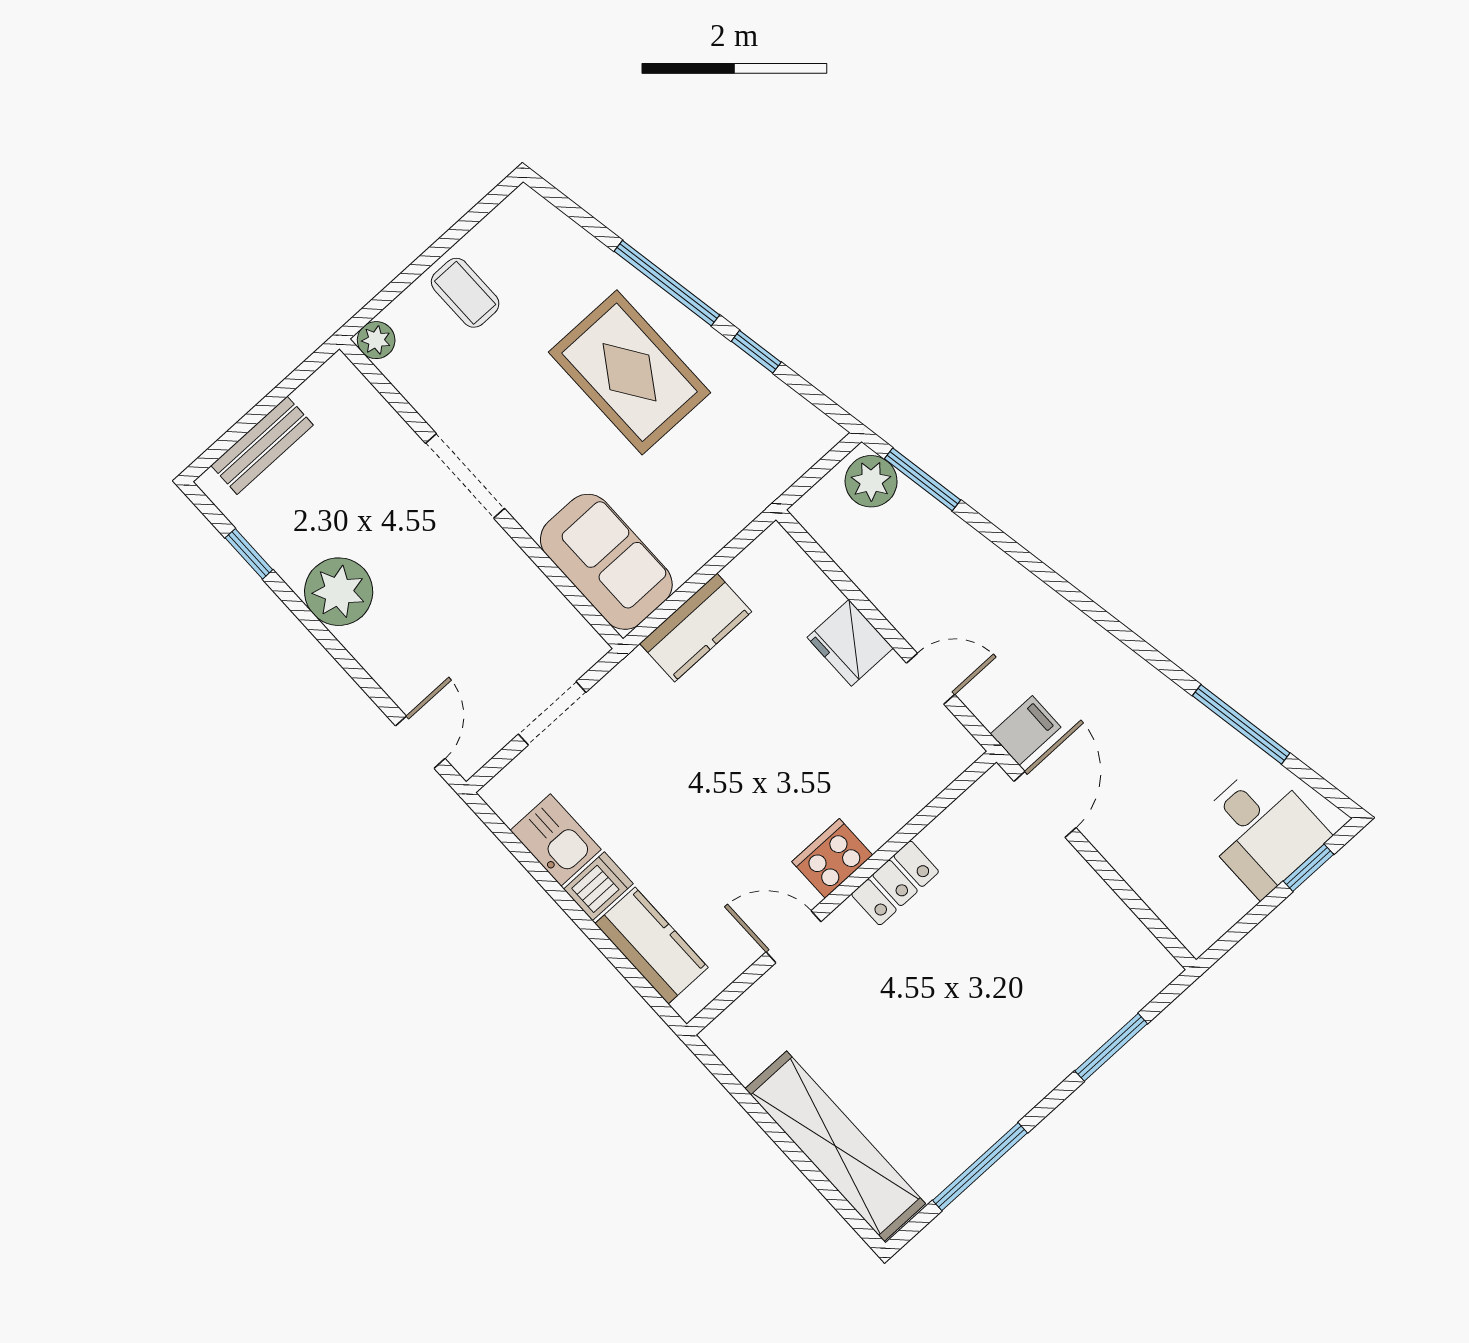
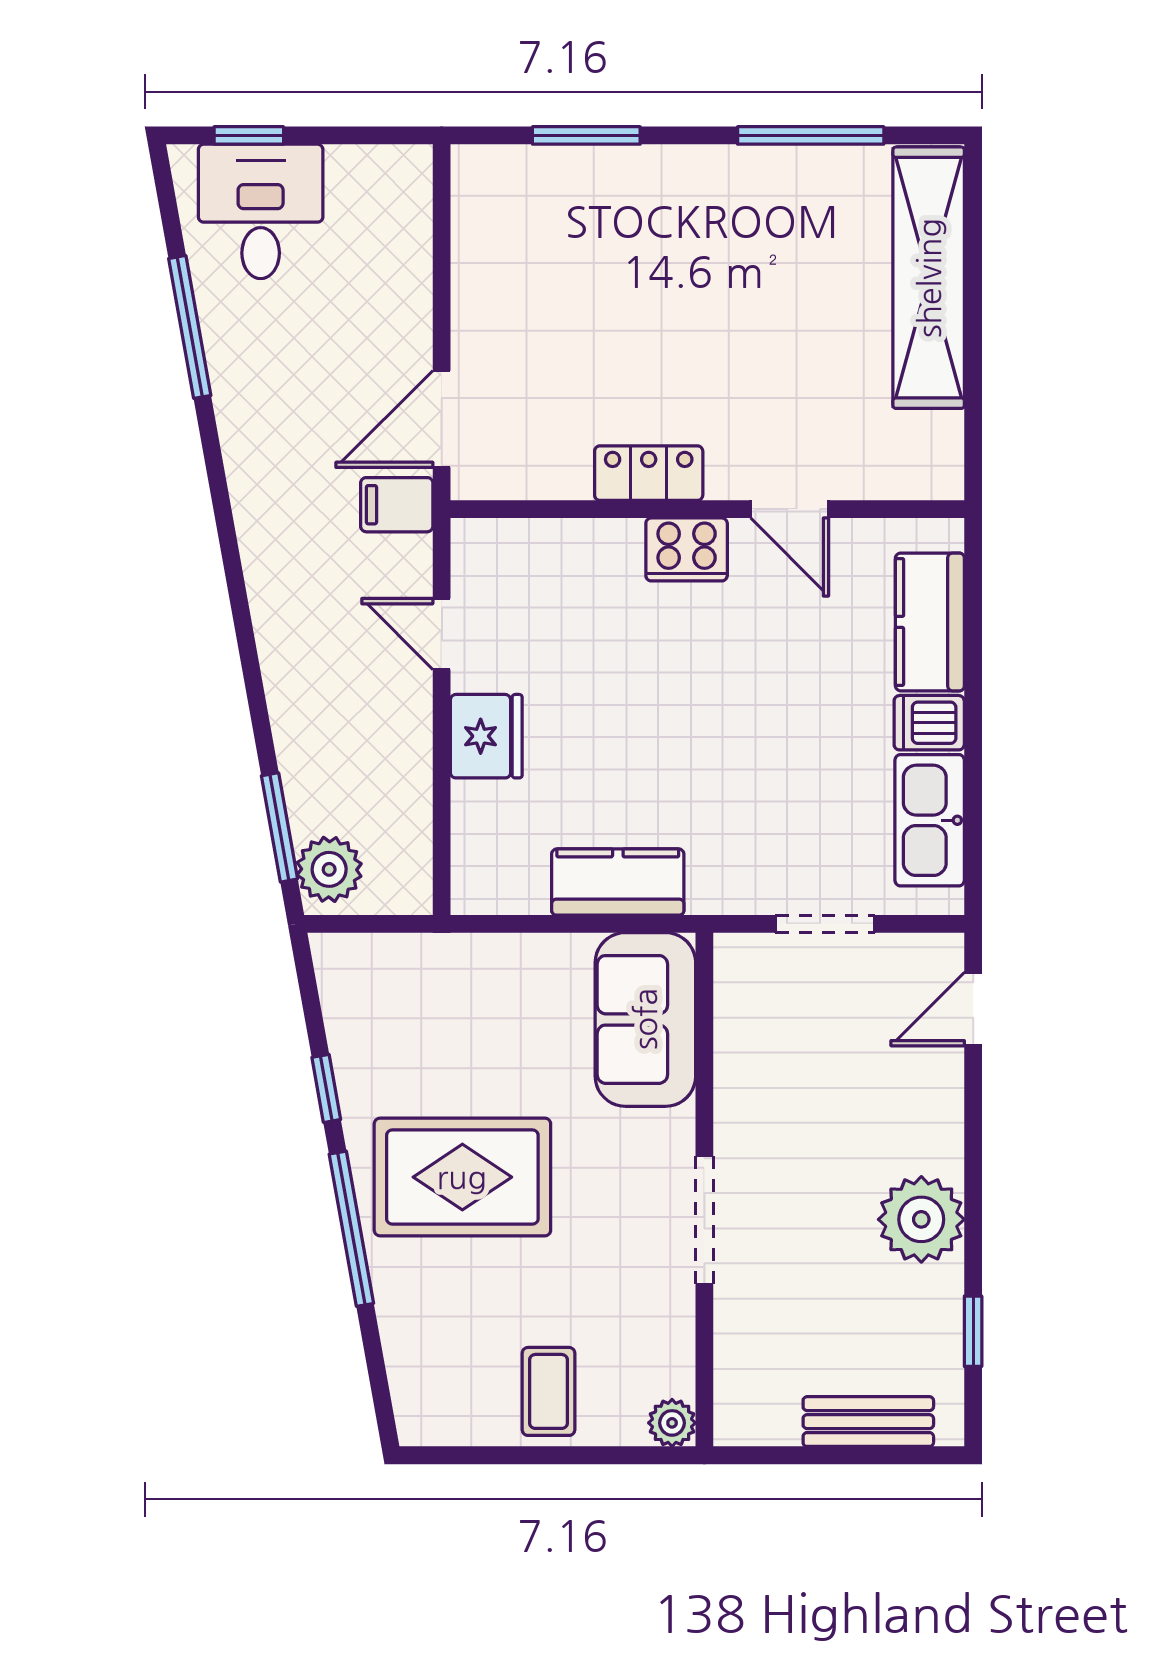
rug: (629, 372) -> (462, 1177), turned 90
kitchen sink: (556, 840) -> (930, 820), width x1.38

